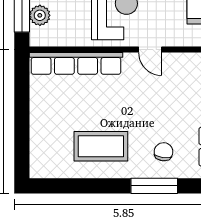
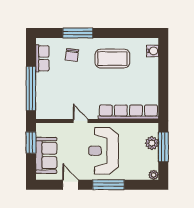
water cooler: (39, 158) -> (153, 51), added

